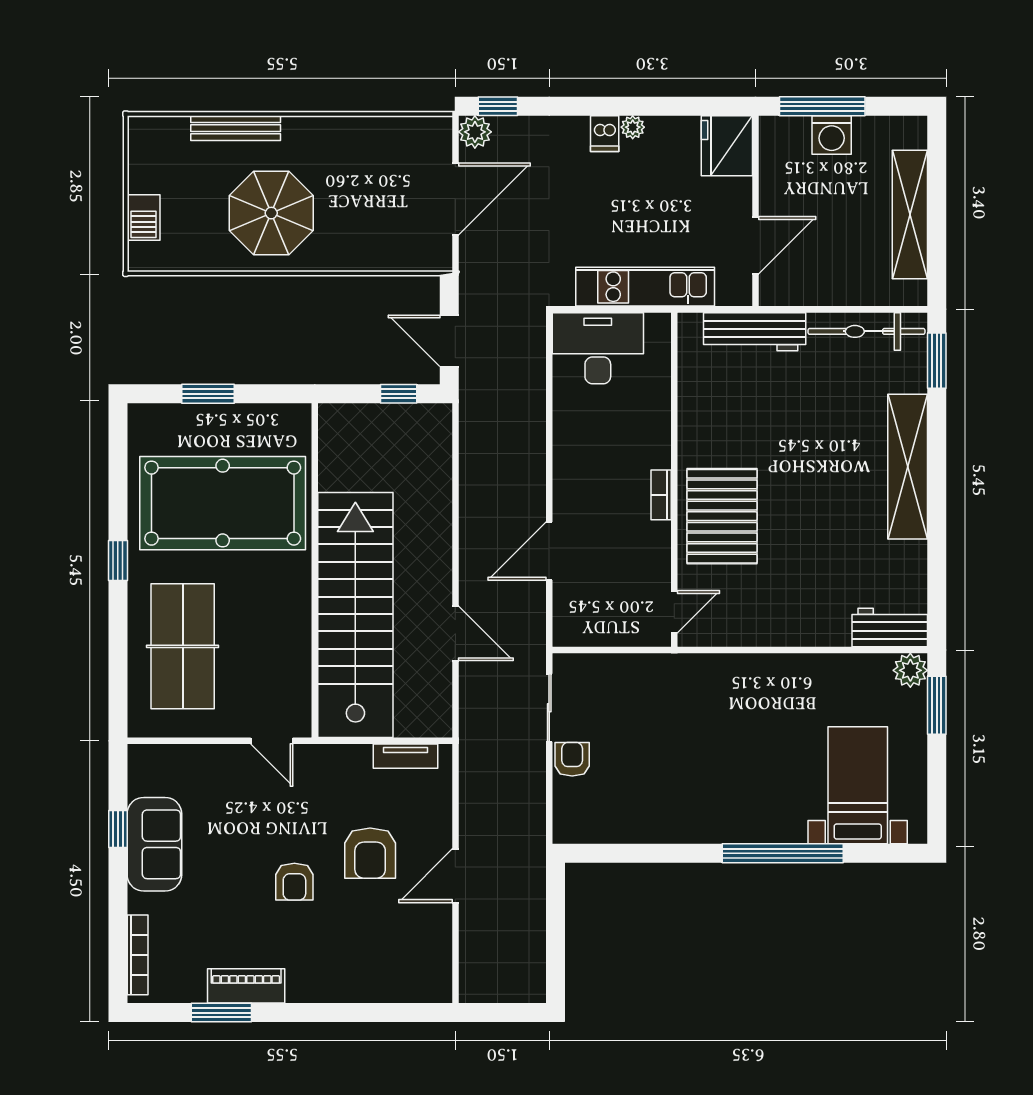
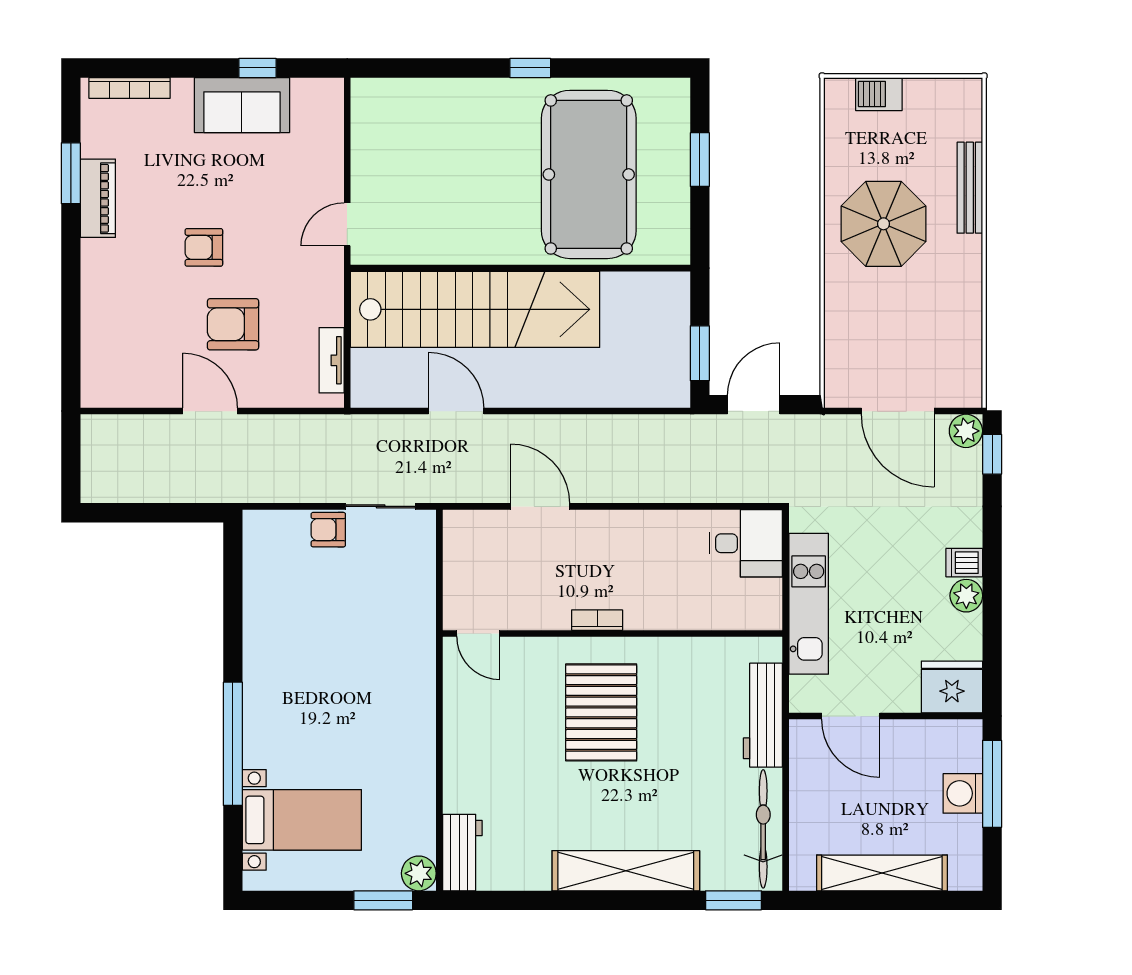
plant: (633, 127) -> (966, 596), width x1.38, depth x1.38
desk: (598, 348) -> (746, 543), width x0.73
window: (399, 394) -> (700, 353), width x1.50
pallet: (722, 516) -> (601, 712), moved, turned 90
door: (455, 633) -> (456, 411), swing flipped
table tennis table: (183, 646) -> (443, 134), removed
armchair: (572, 759) -> (328, 530), turned 180

